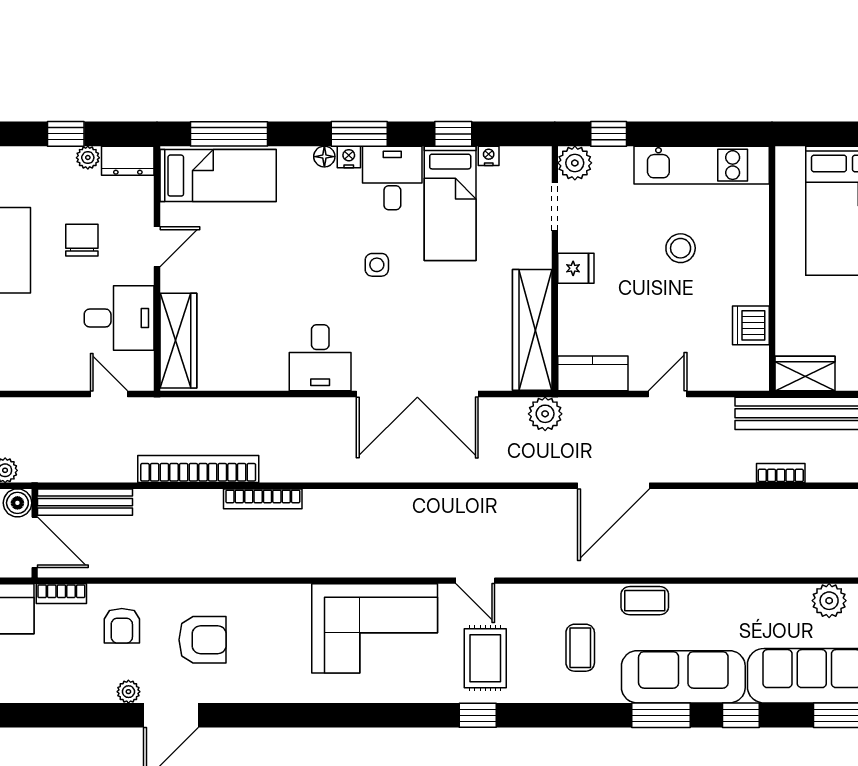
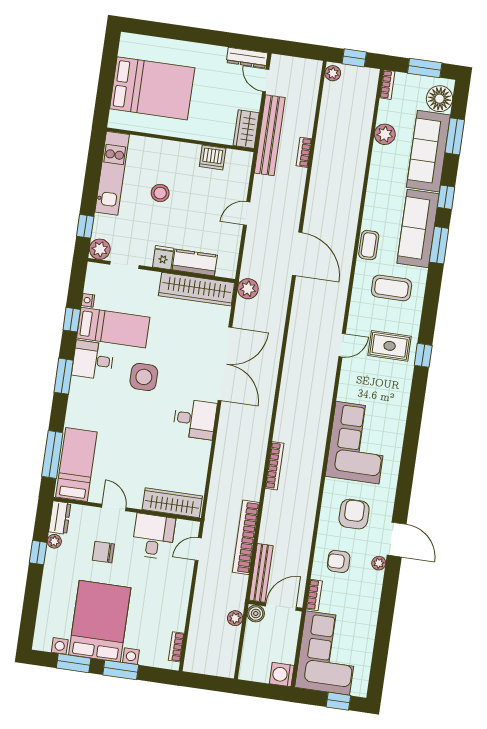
floor lamp: (324, 157) -> (74, 399), removed
nightstand: (349, 157) -> (77, 384), removed
side table: (377, 265) -> (144, 377), width x1.87, depth x1.87
kitchen counter: (593, 373) -> (195, 263), moved, turned 90
door: (668, 394) -> (247, 213), hinge flipped
bookcase: (198, 469) -> (246, 537), moved
armchair: (122, 626) -> (339, 561), turned 180
corner sofa: (375, 628) -> (357, 443), moved
coffee table: (580, 648) -> (392, 288), width x1.36, depth x1.30

